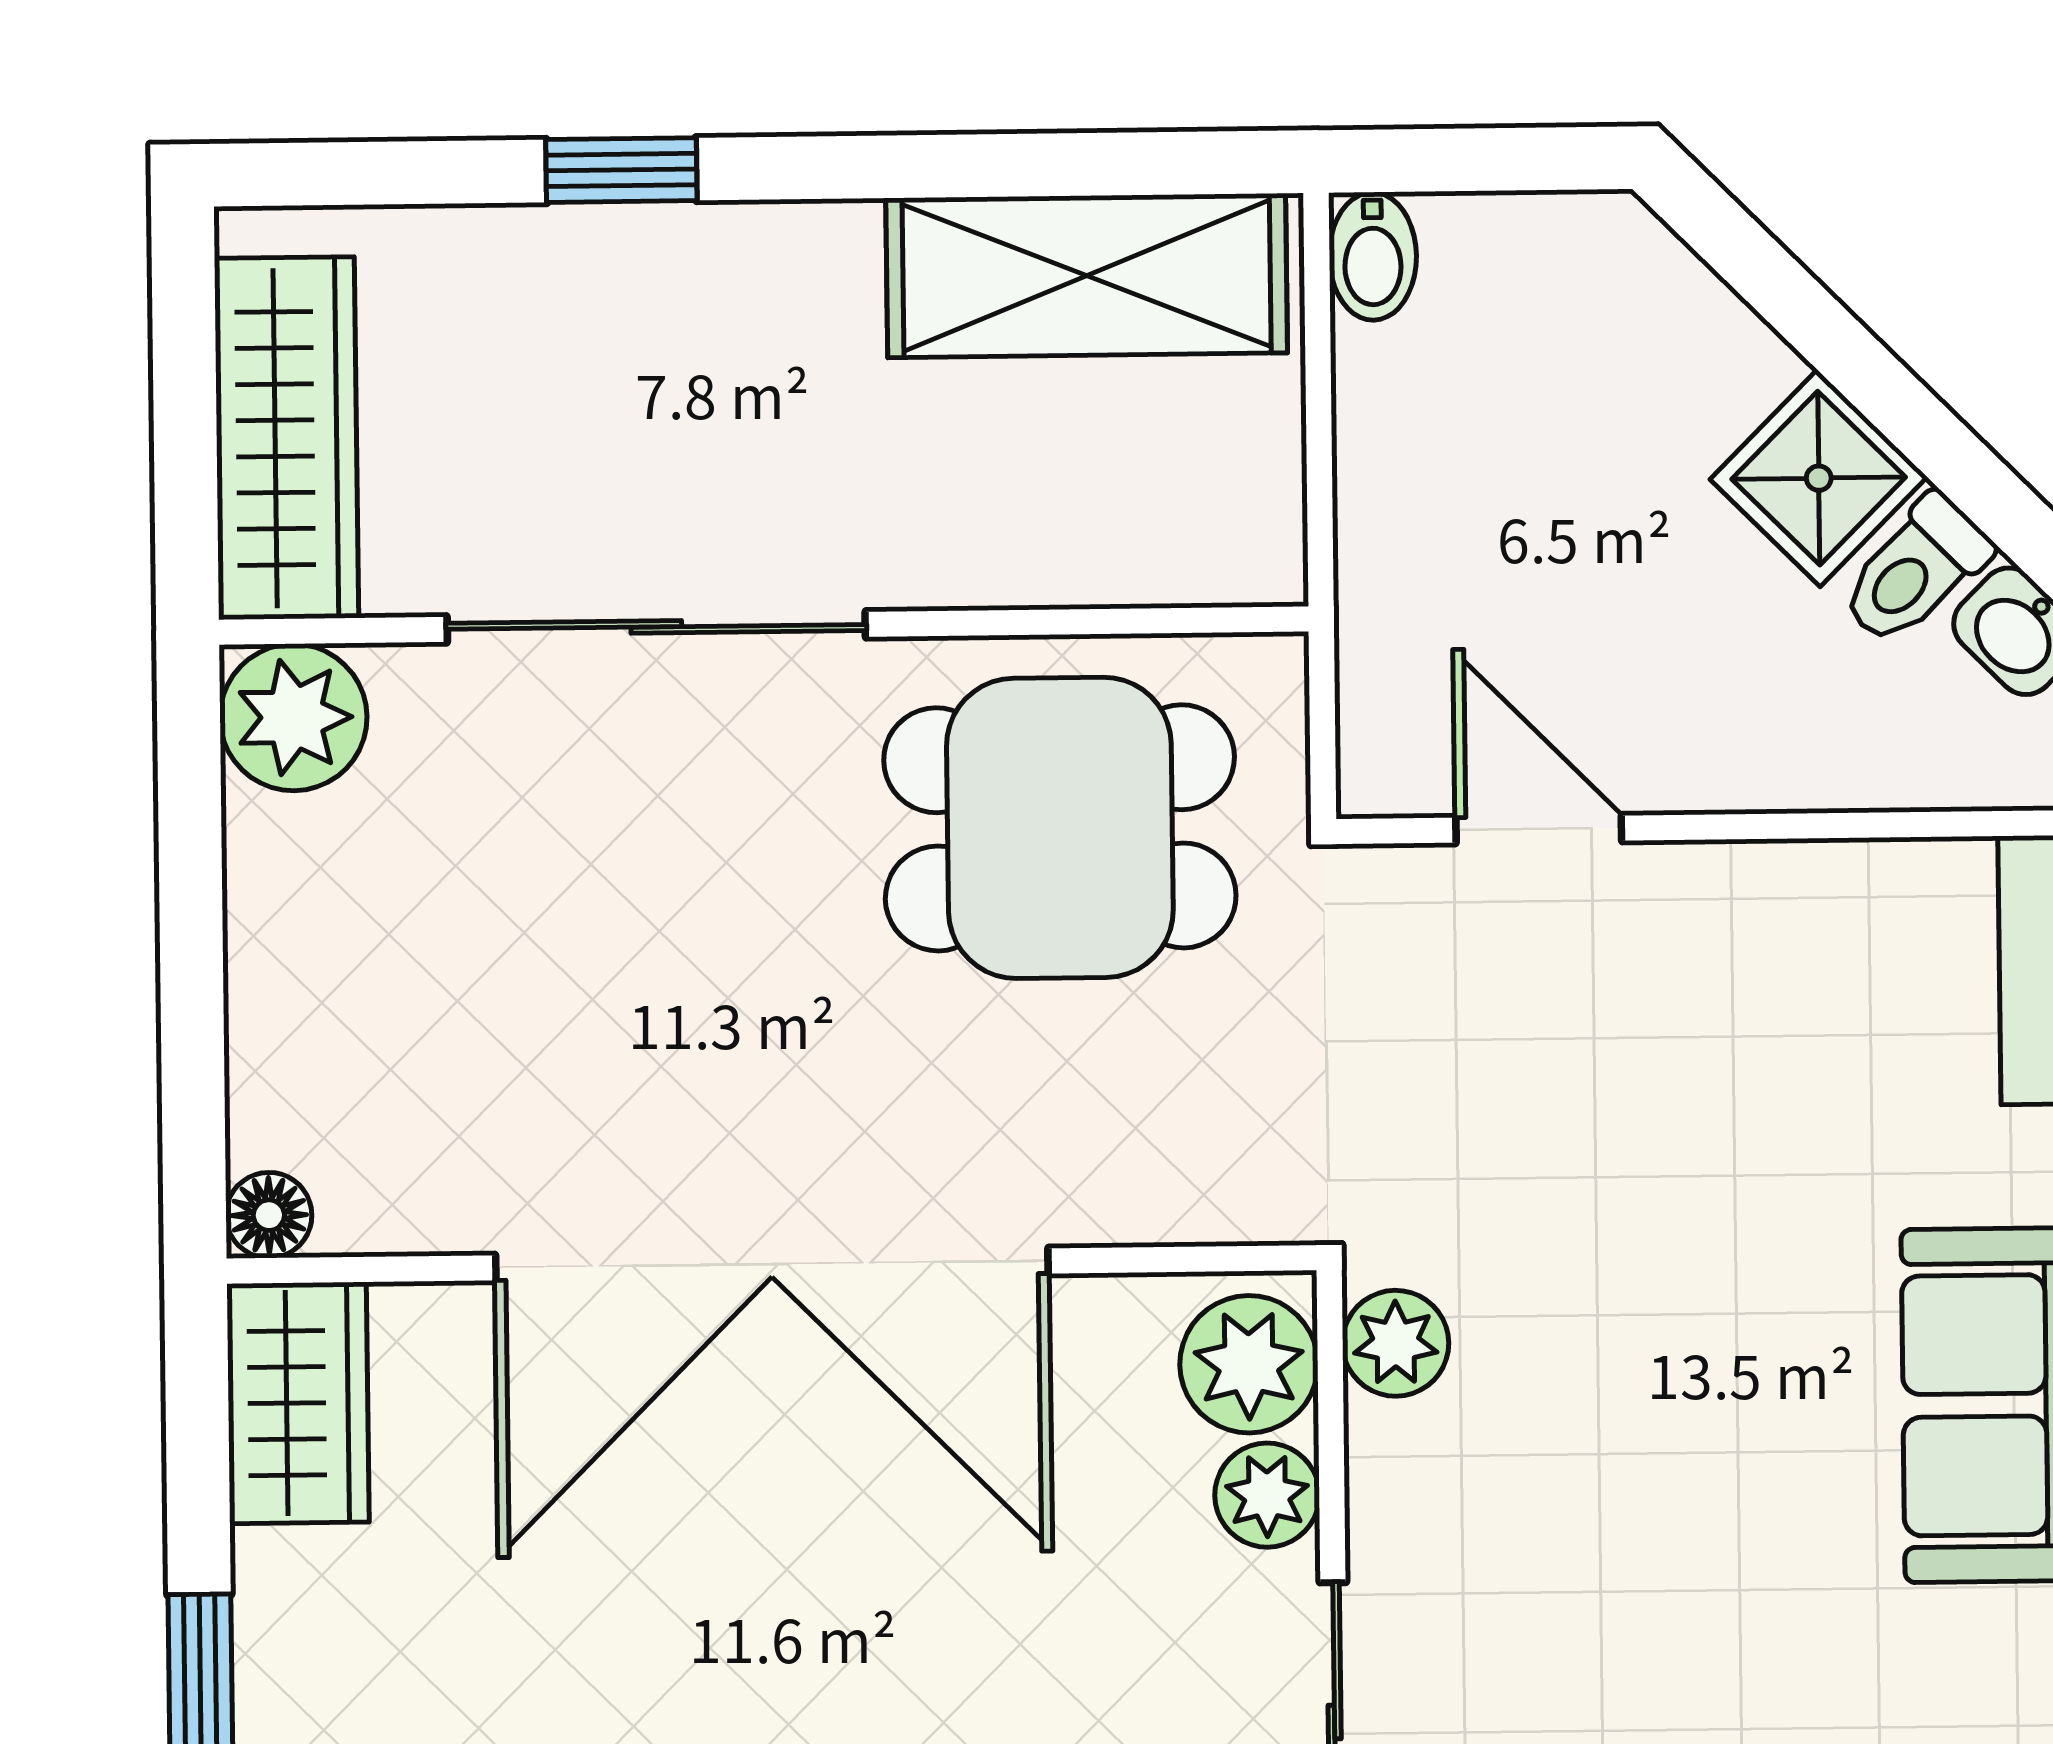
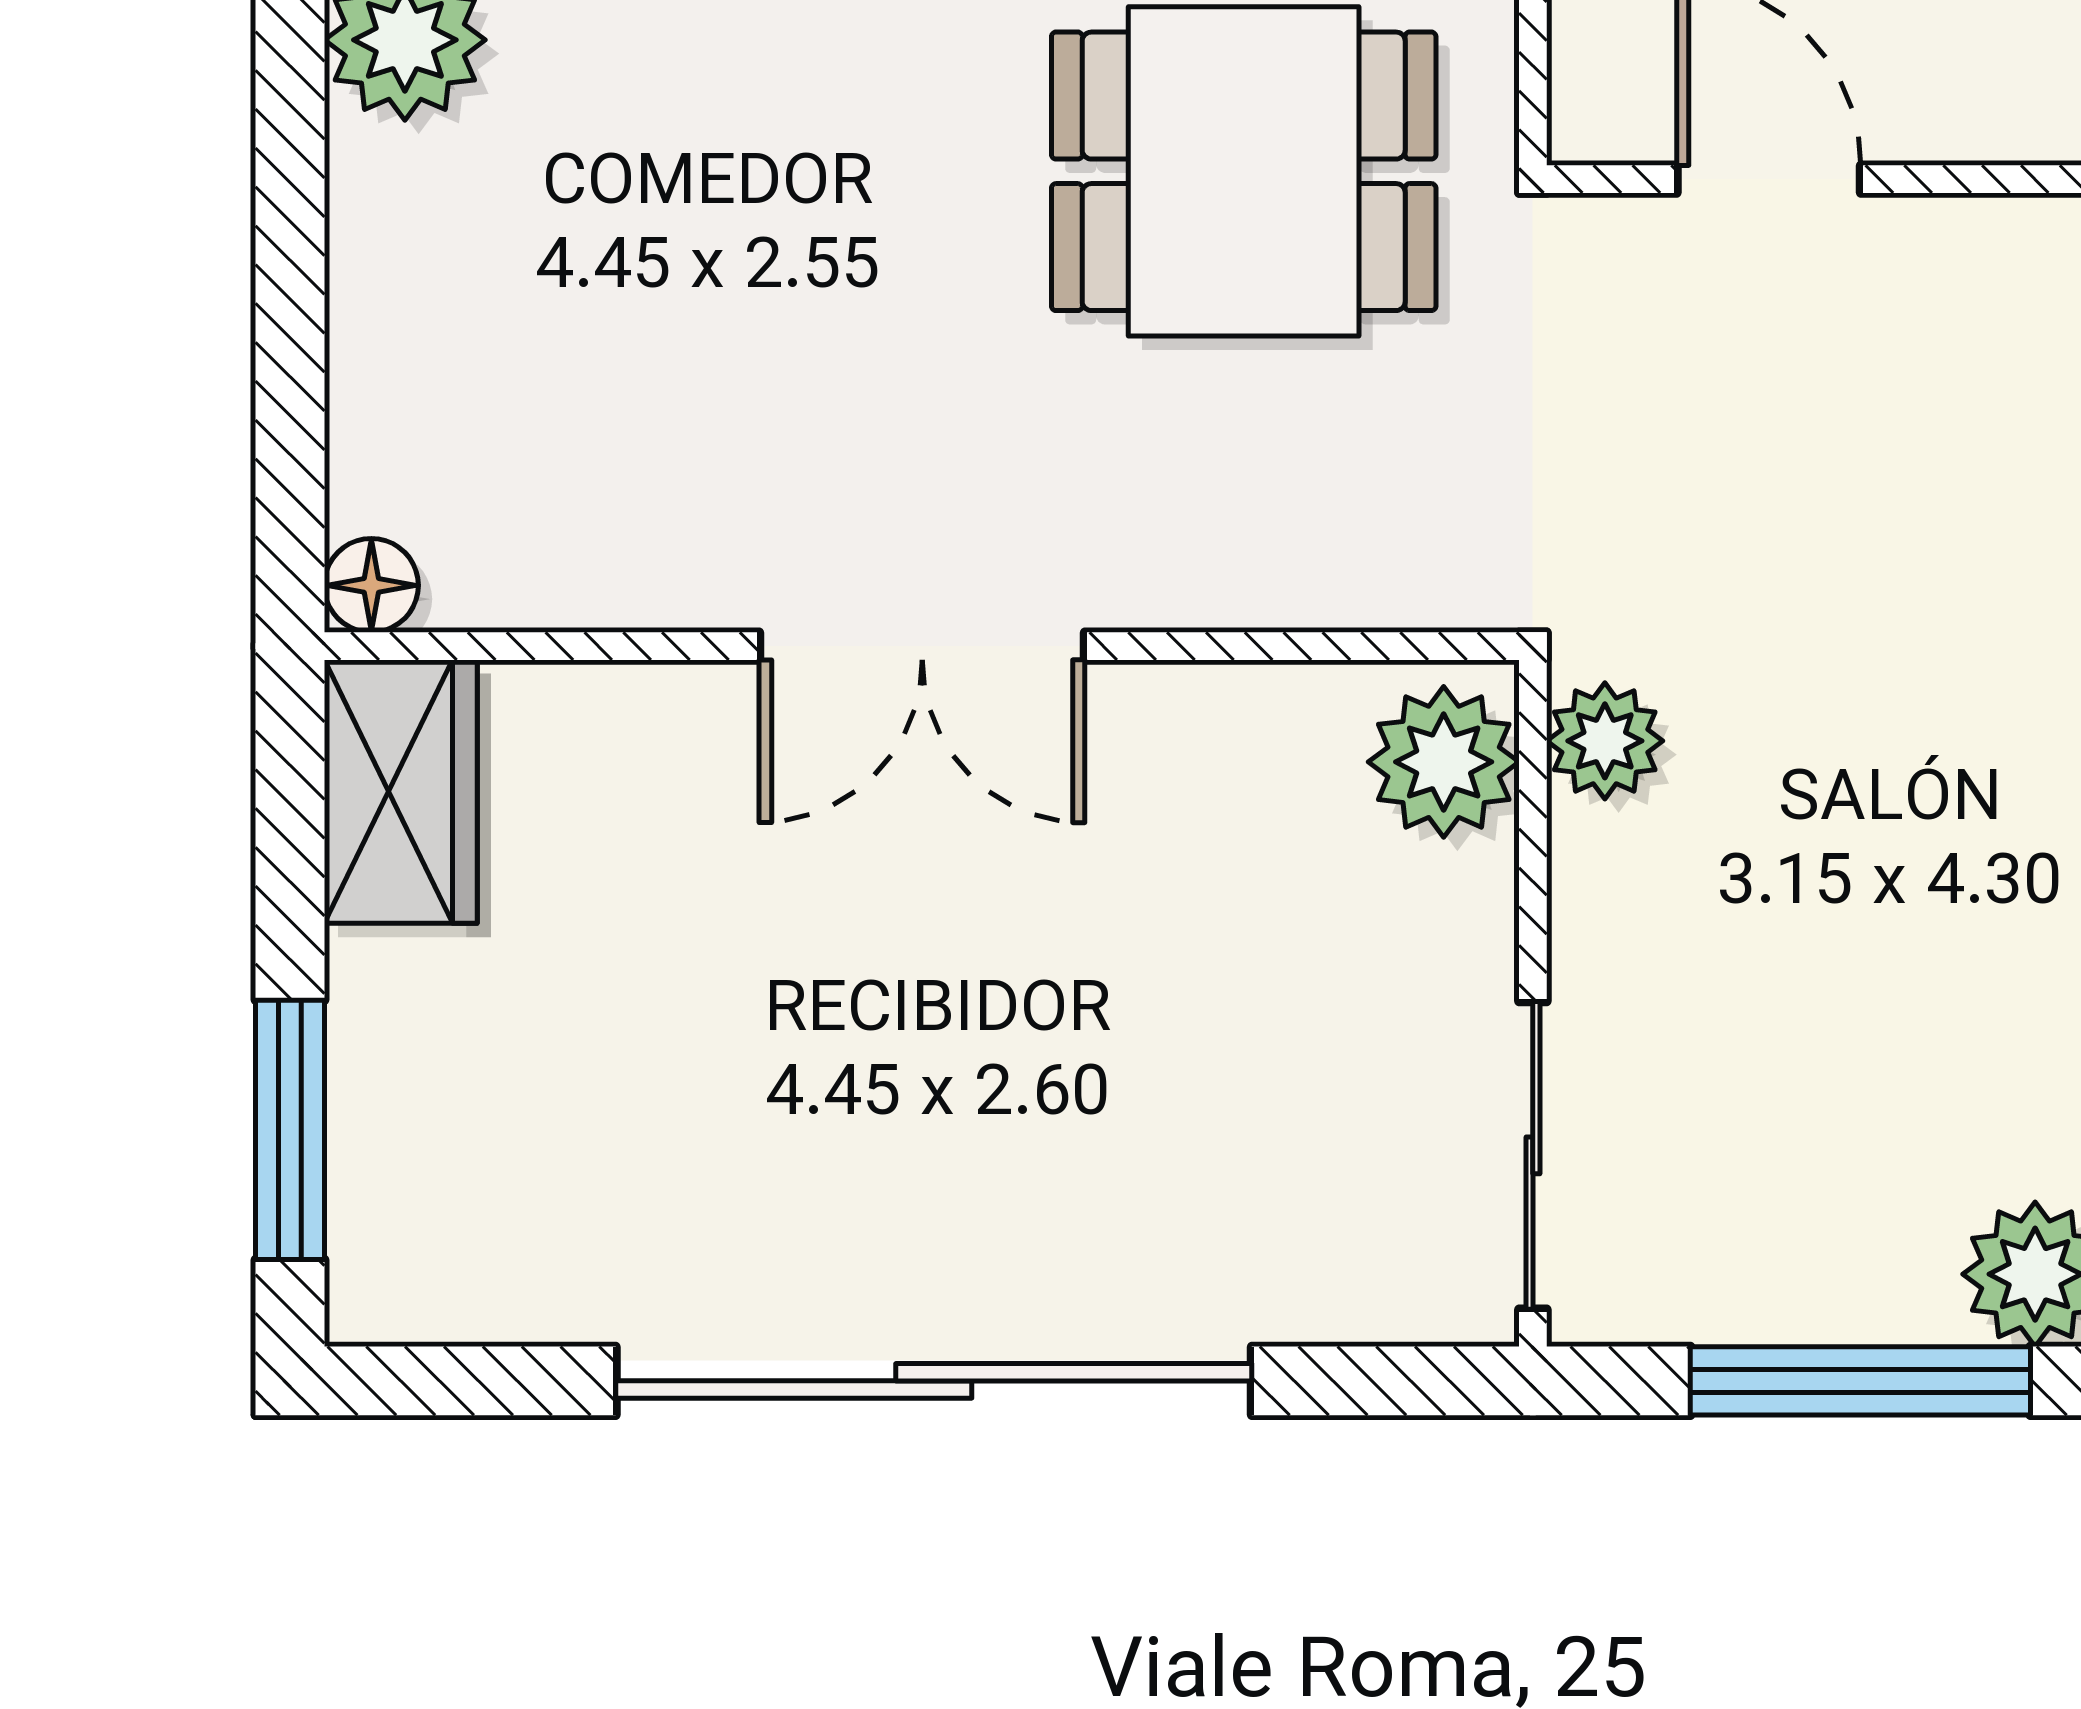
double door: (772, 1264) -> (922, 646), width x0.54
plant: (1267, 1495) -> (1462, 906), removed

